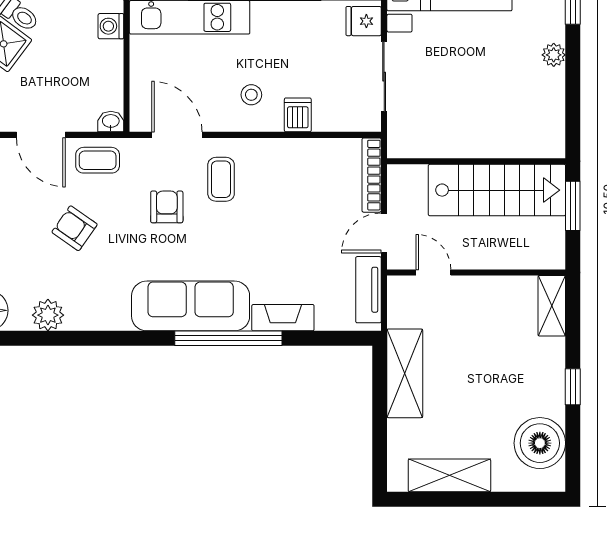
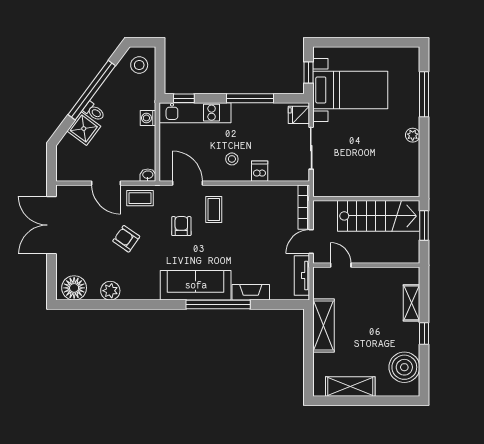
shelving: (552, 306) -> (411, 303), moved

